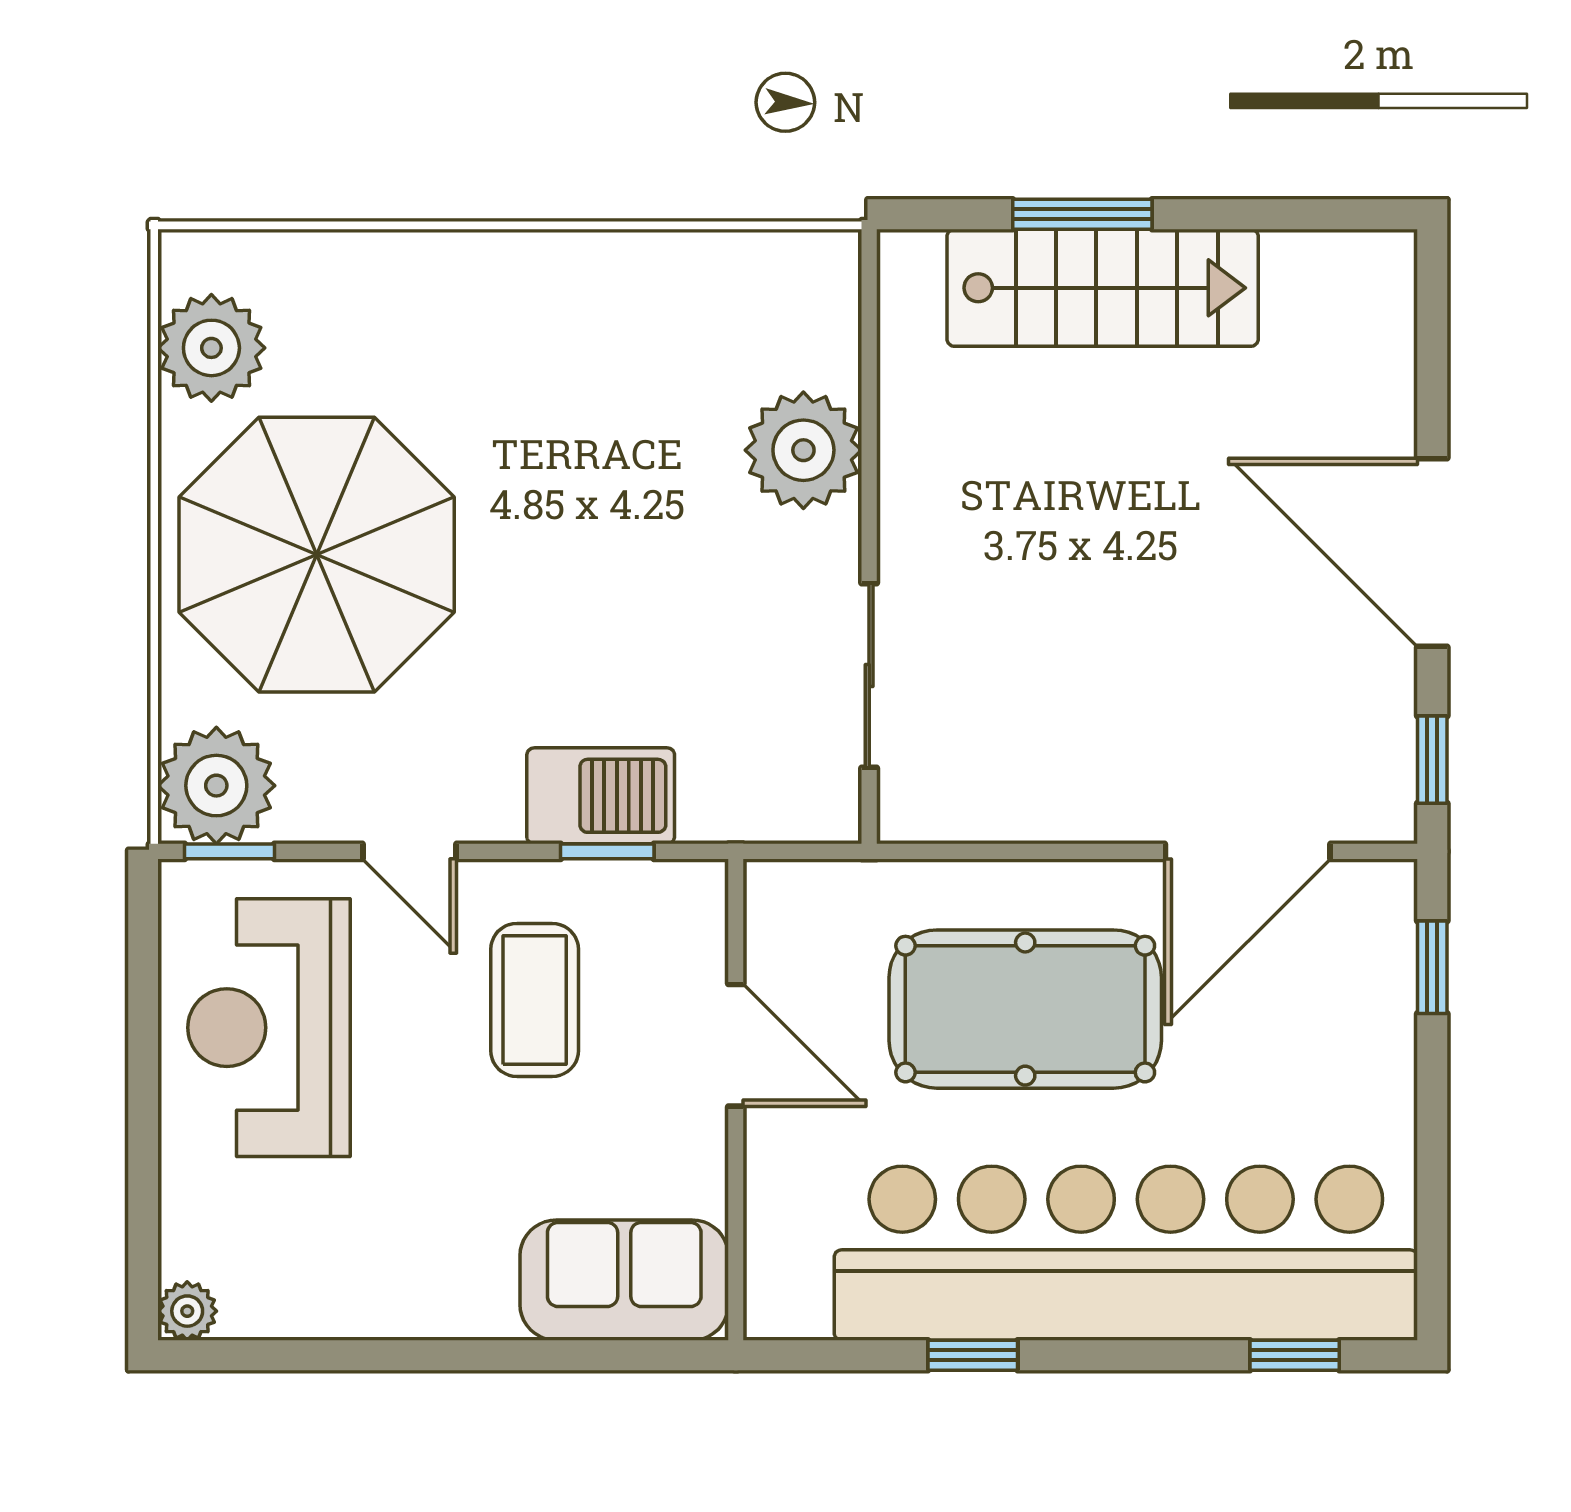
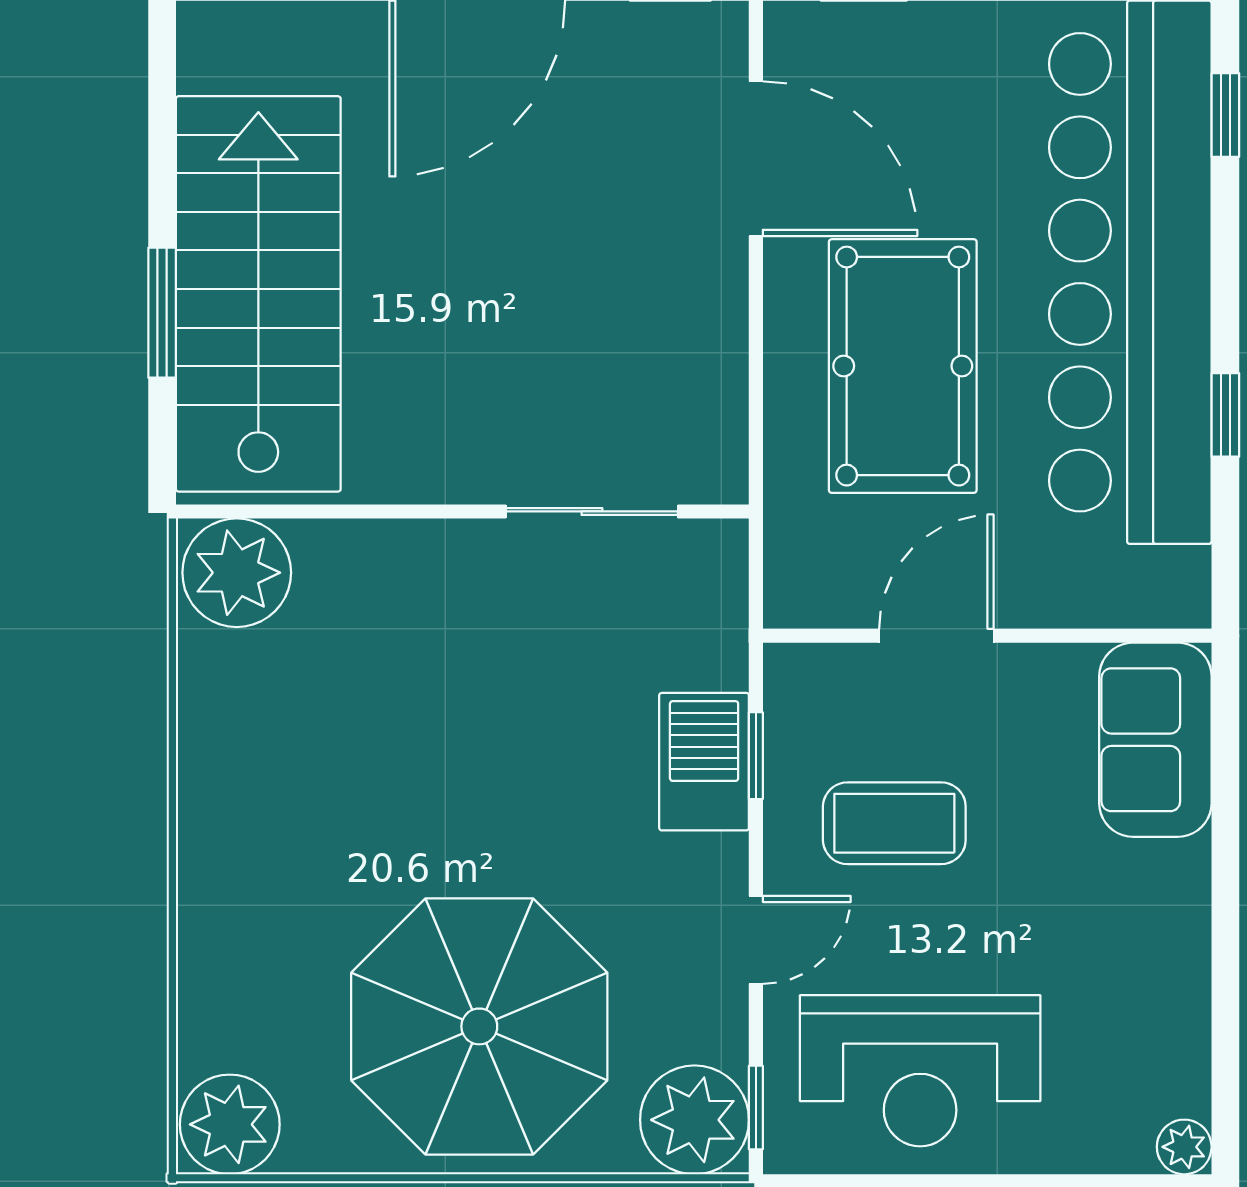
stairs: (1103, 288) -> (258, 294), width x1.36, depth x1.51
plant: (211, 348) -> (230, 1124), moved
plant: (803, 450) -> (237, 573), moved

